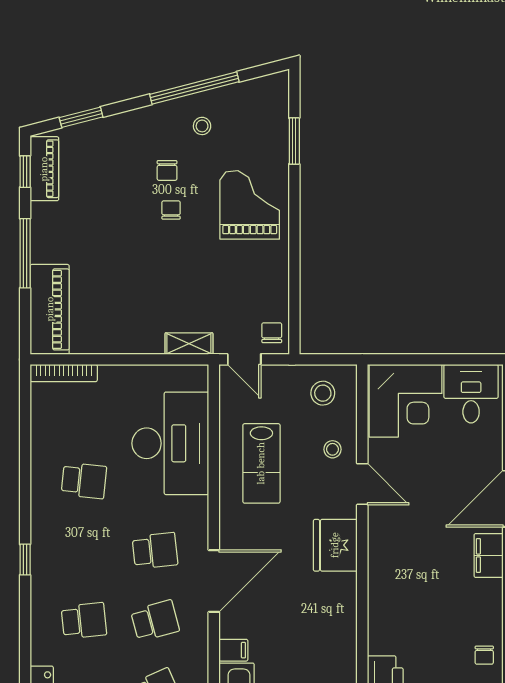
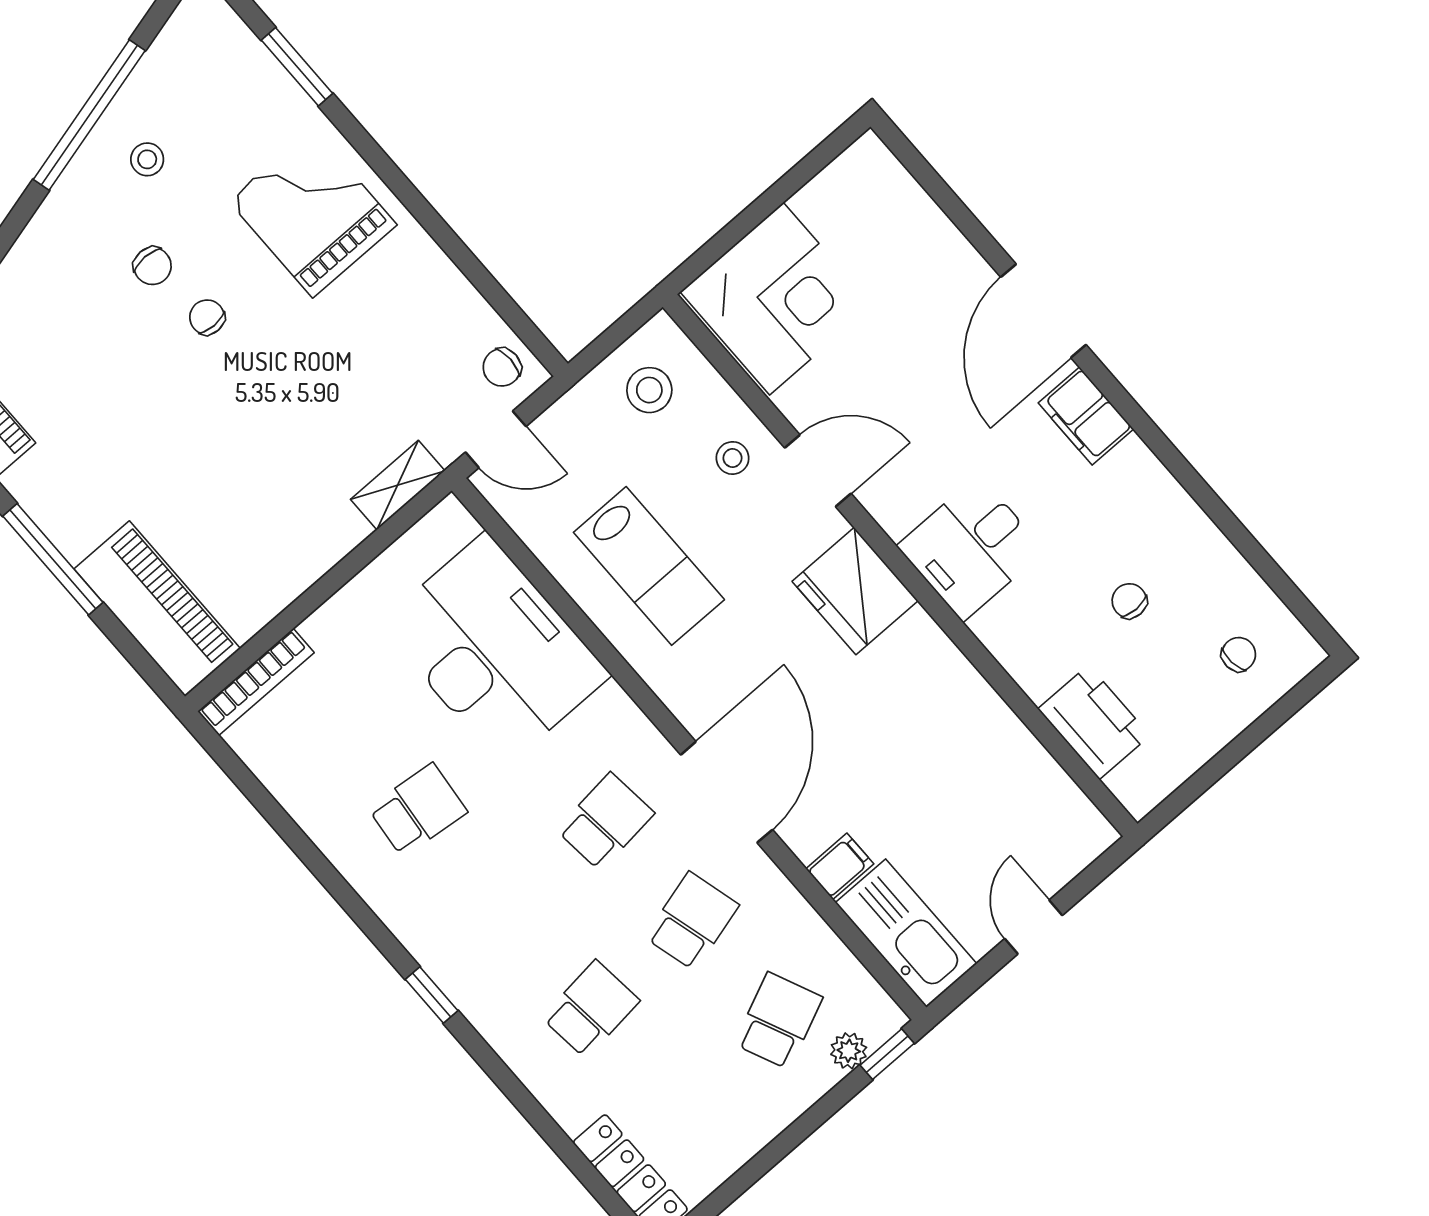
chair: (272, 333) -> (502, 367), turned -90
desk: (471, 394) -> (971, 548), moved, turned -90
chair: (484, 655) -> (1129, 601), moved, turned 180

